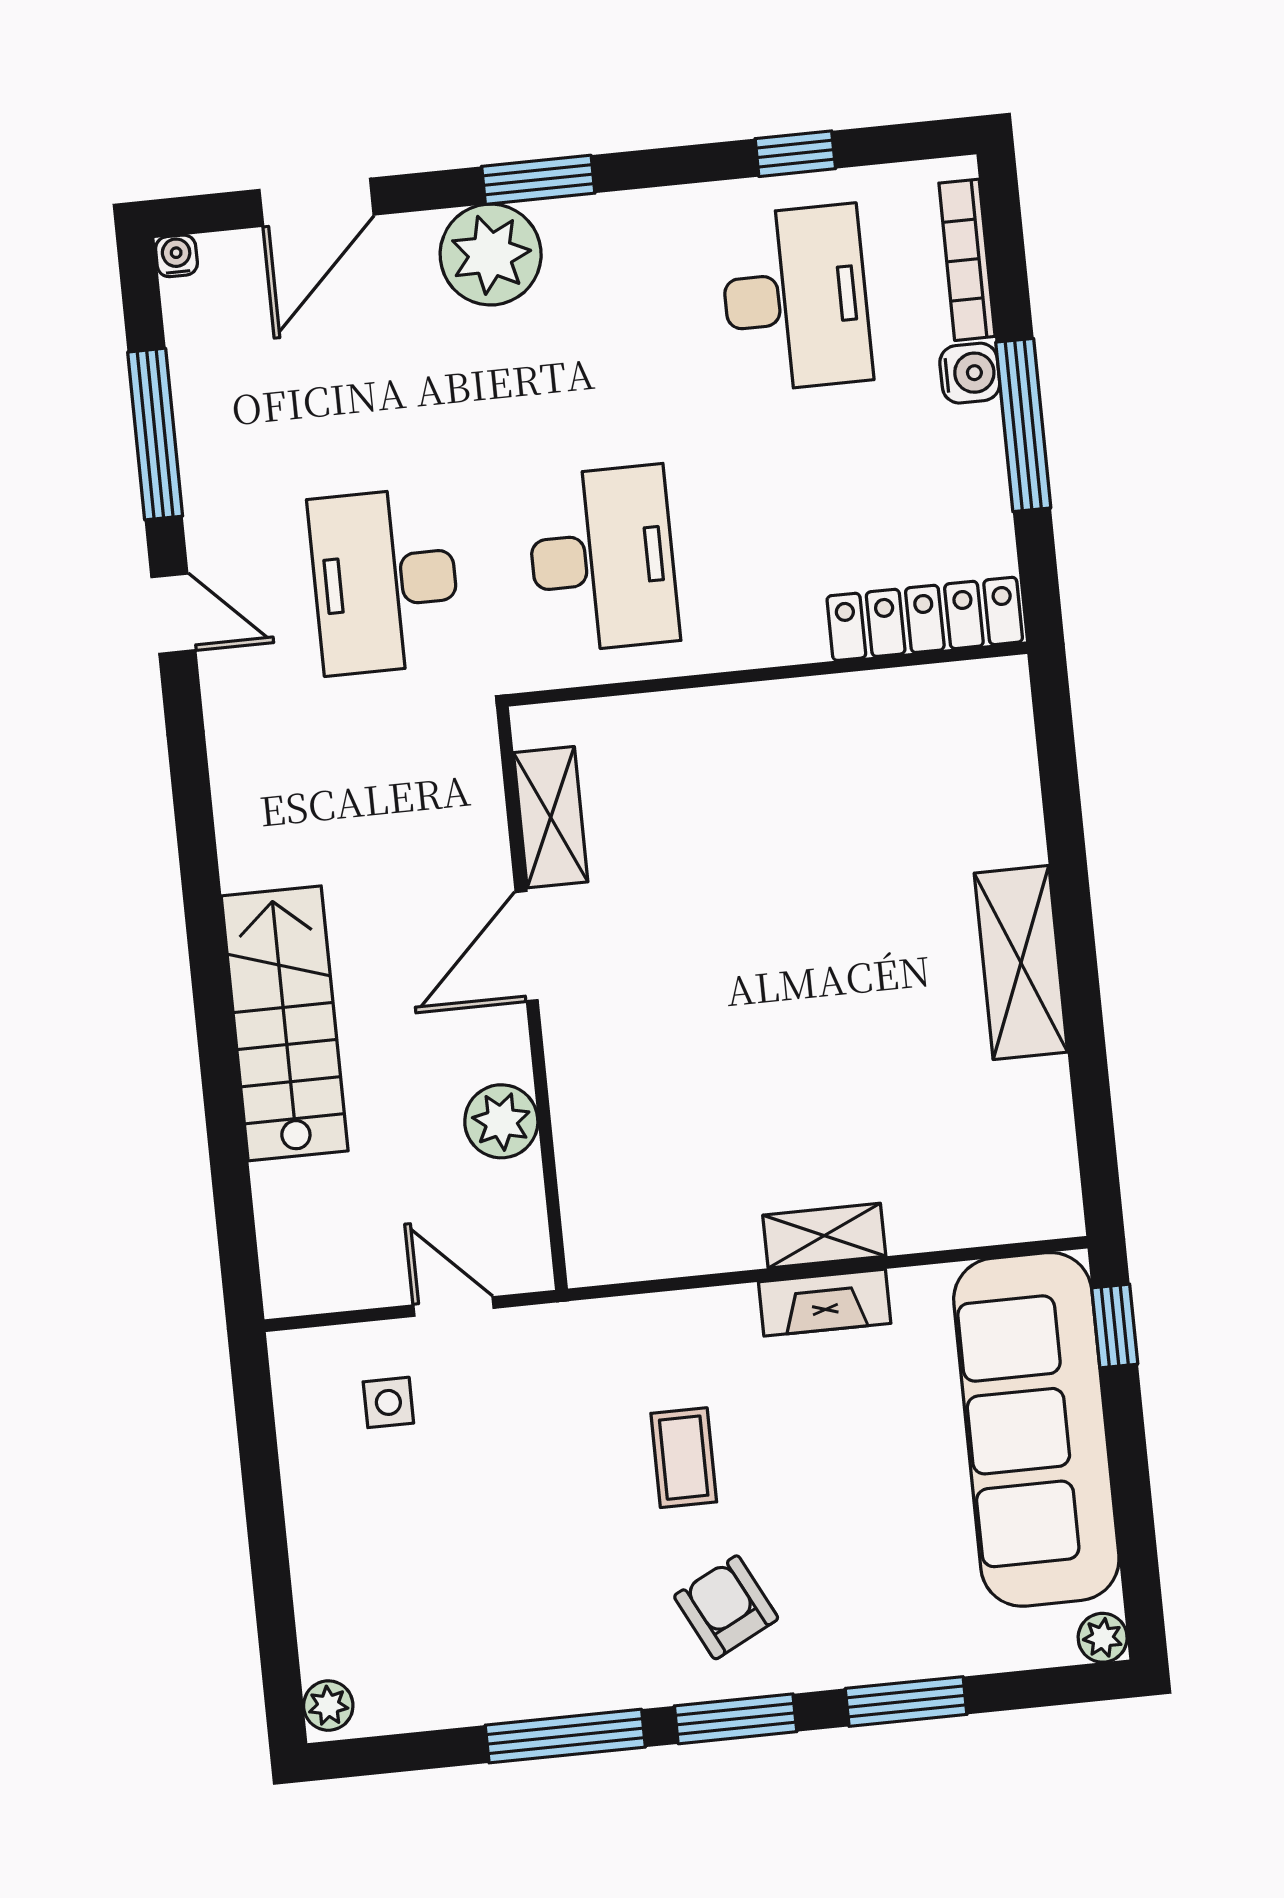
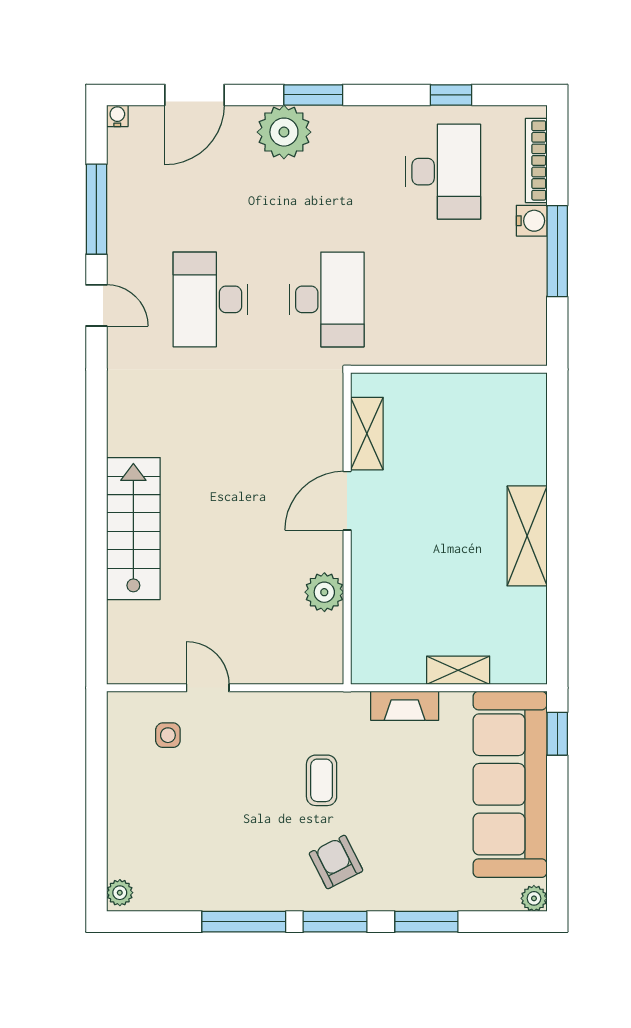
locker: (925, 619) -> (495, 349), removed
shelving: (551, 817) -> (367, 434), moved
door: (527, 946) -> (347, 501), moved
wall: (532, 998) -> (347, 529), moved
plant: (501, 1121) -> (324, 592), moved
shelving: (824, 1236) -> (458, 670), moved

